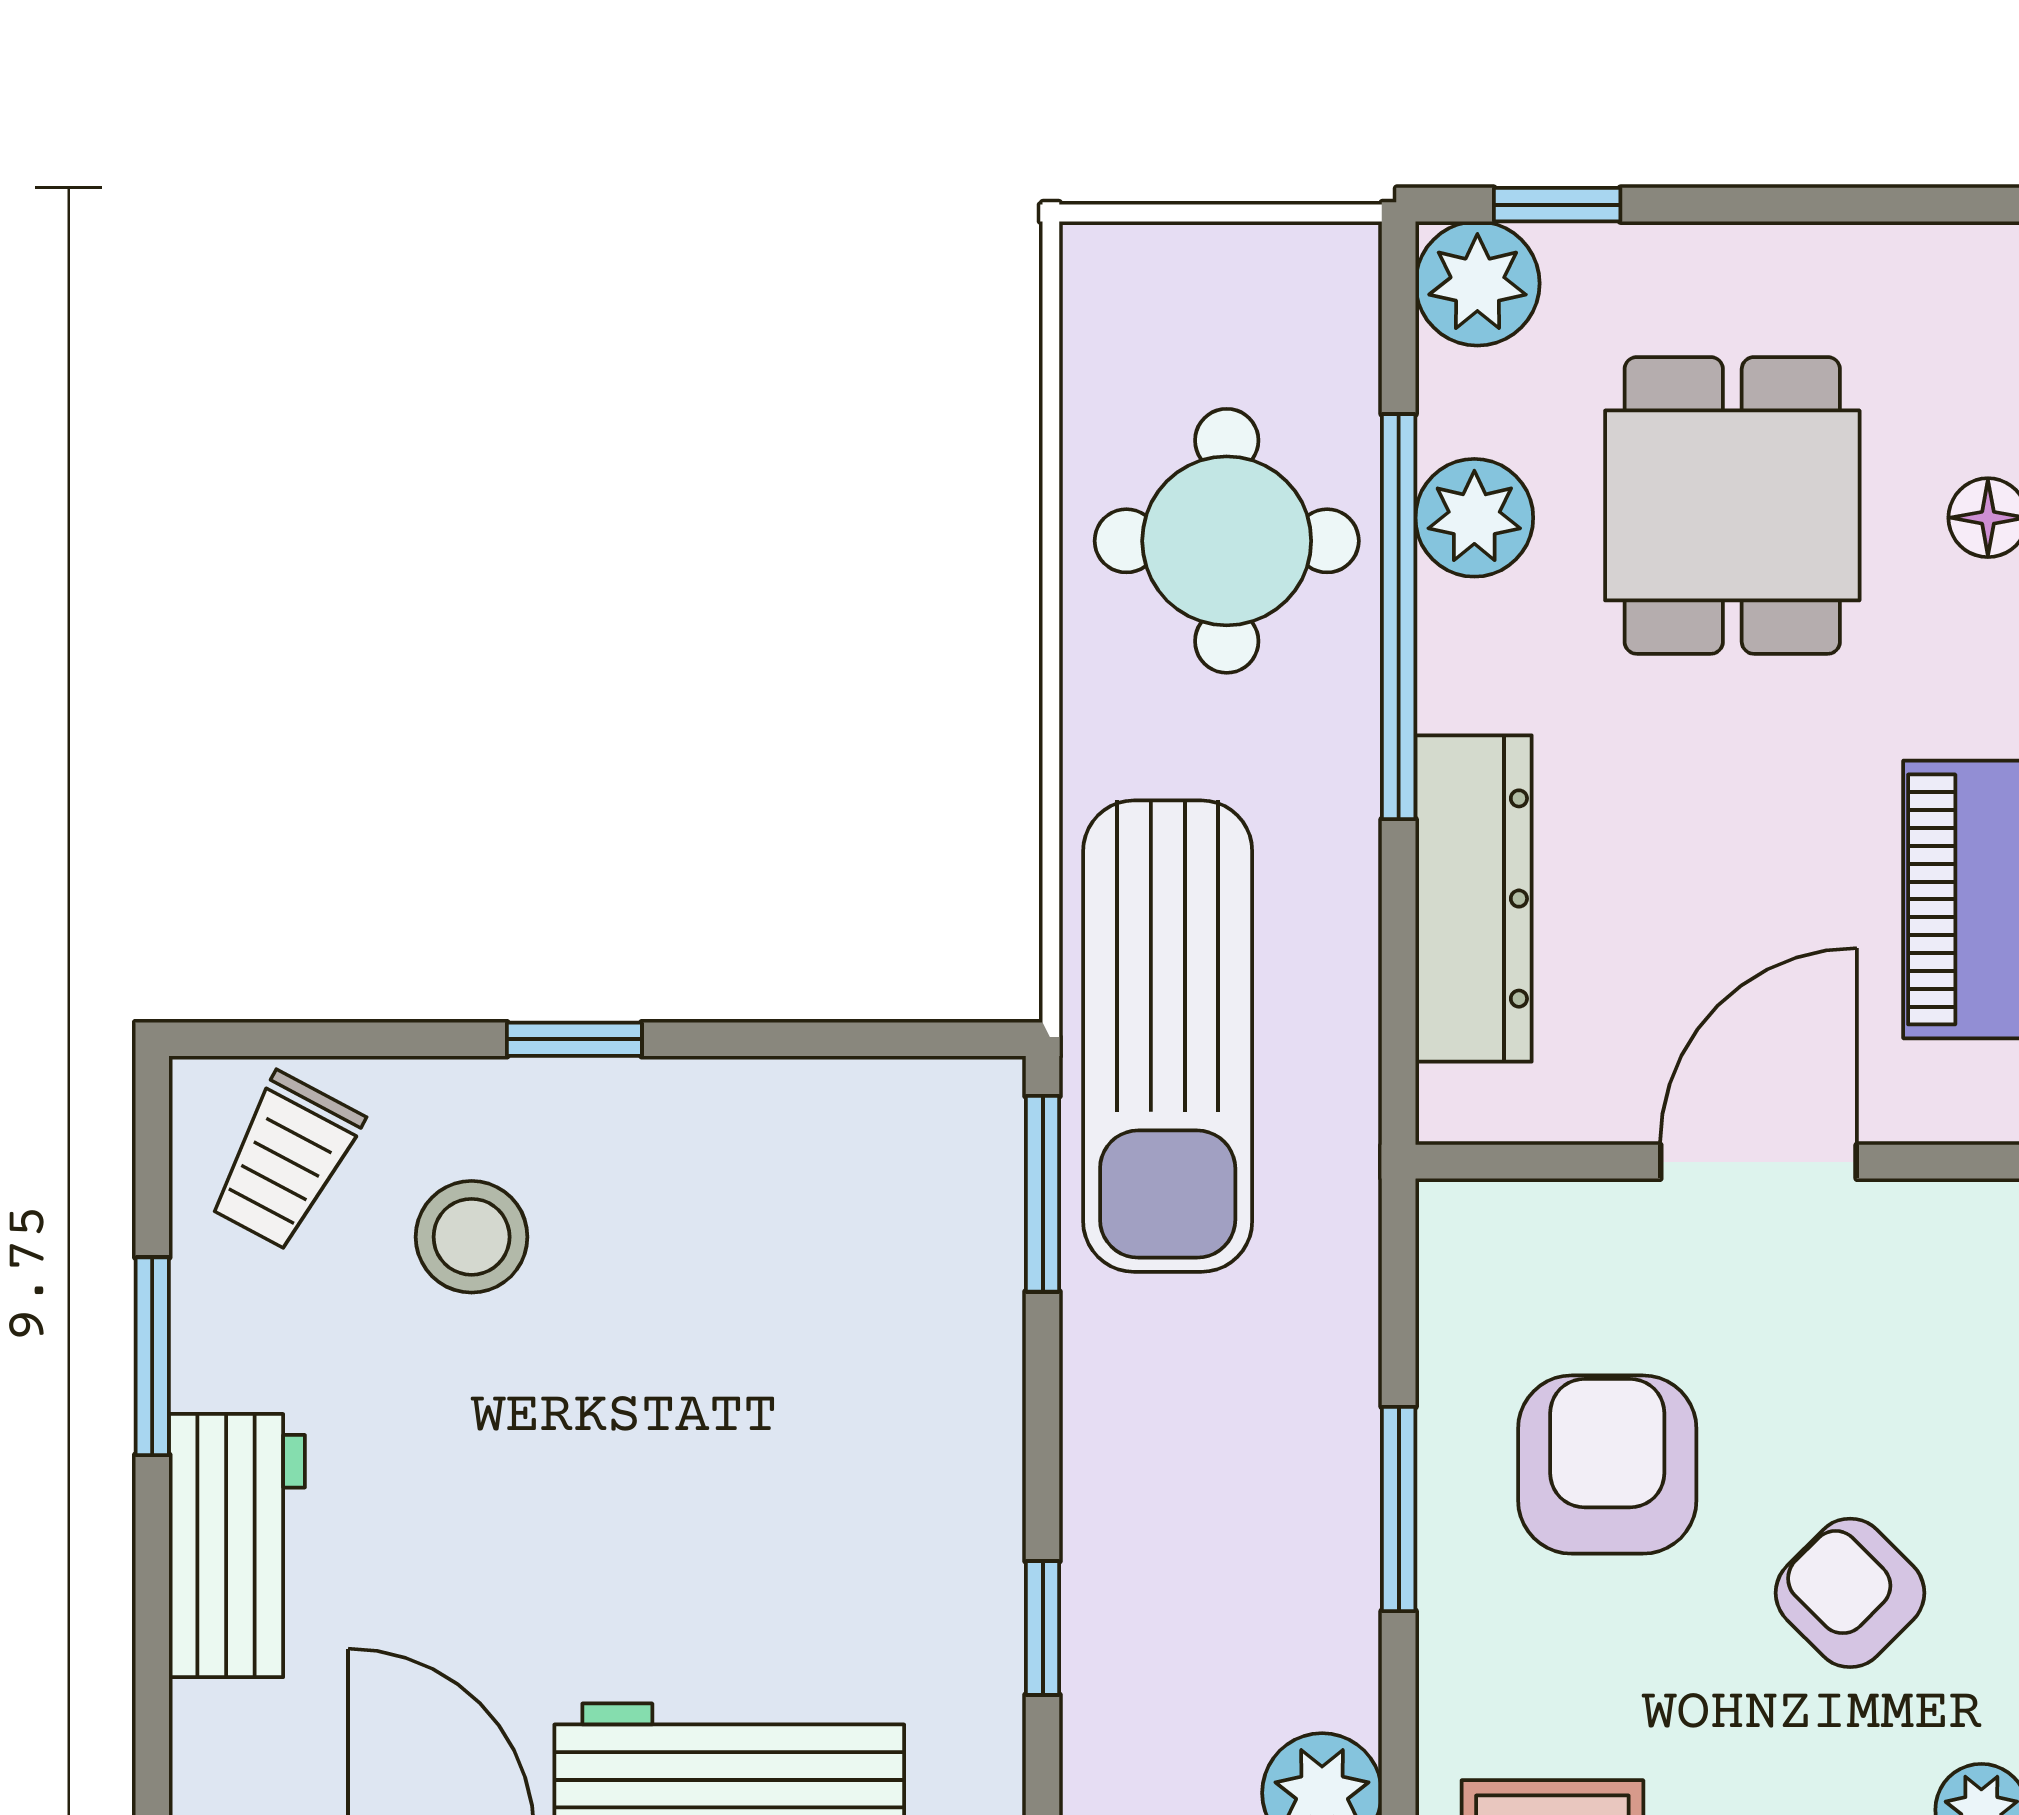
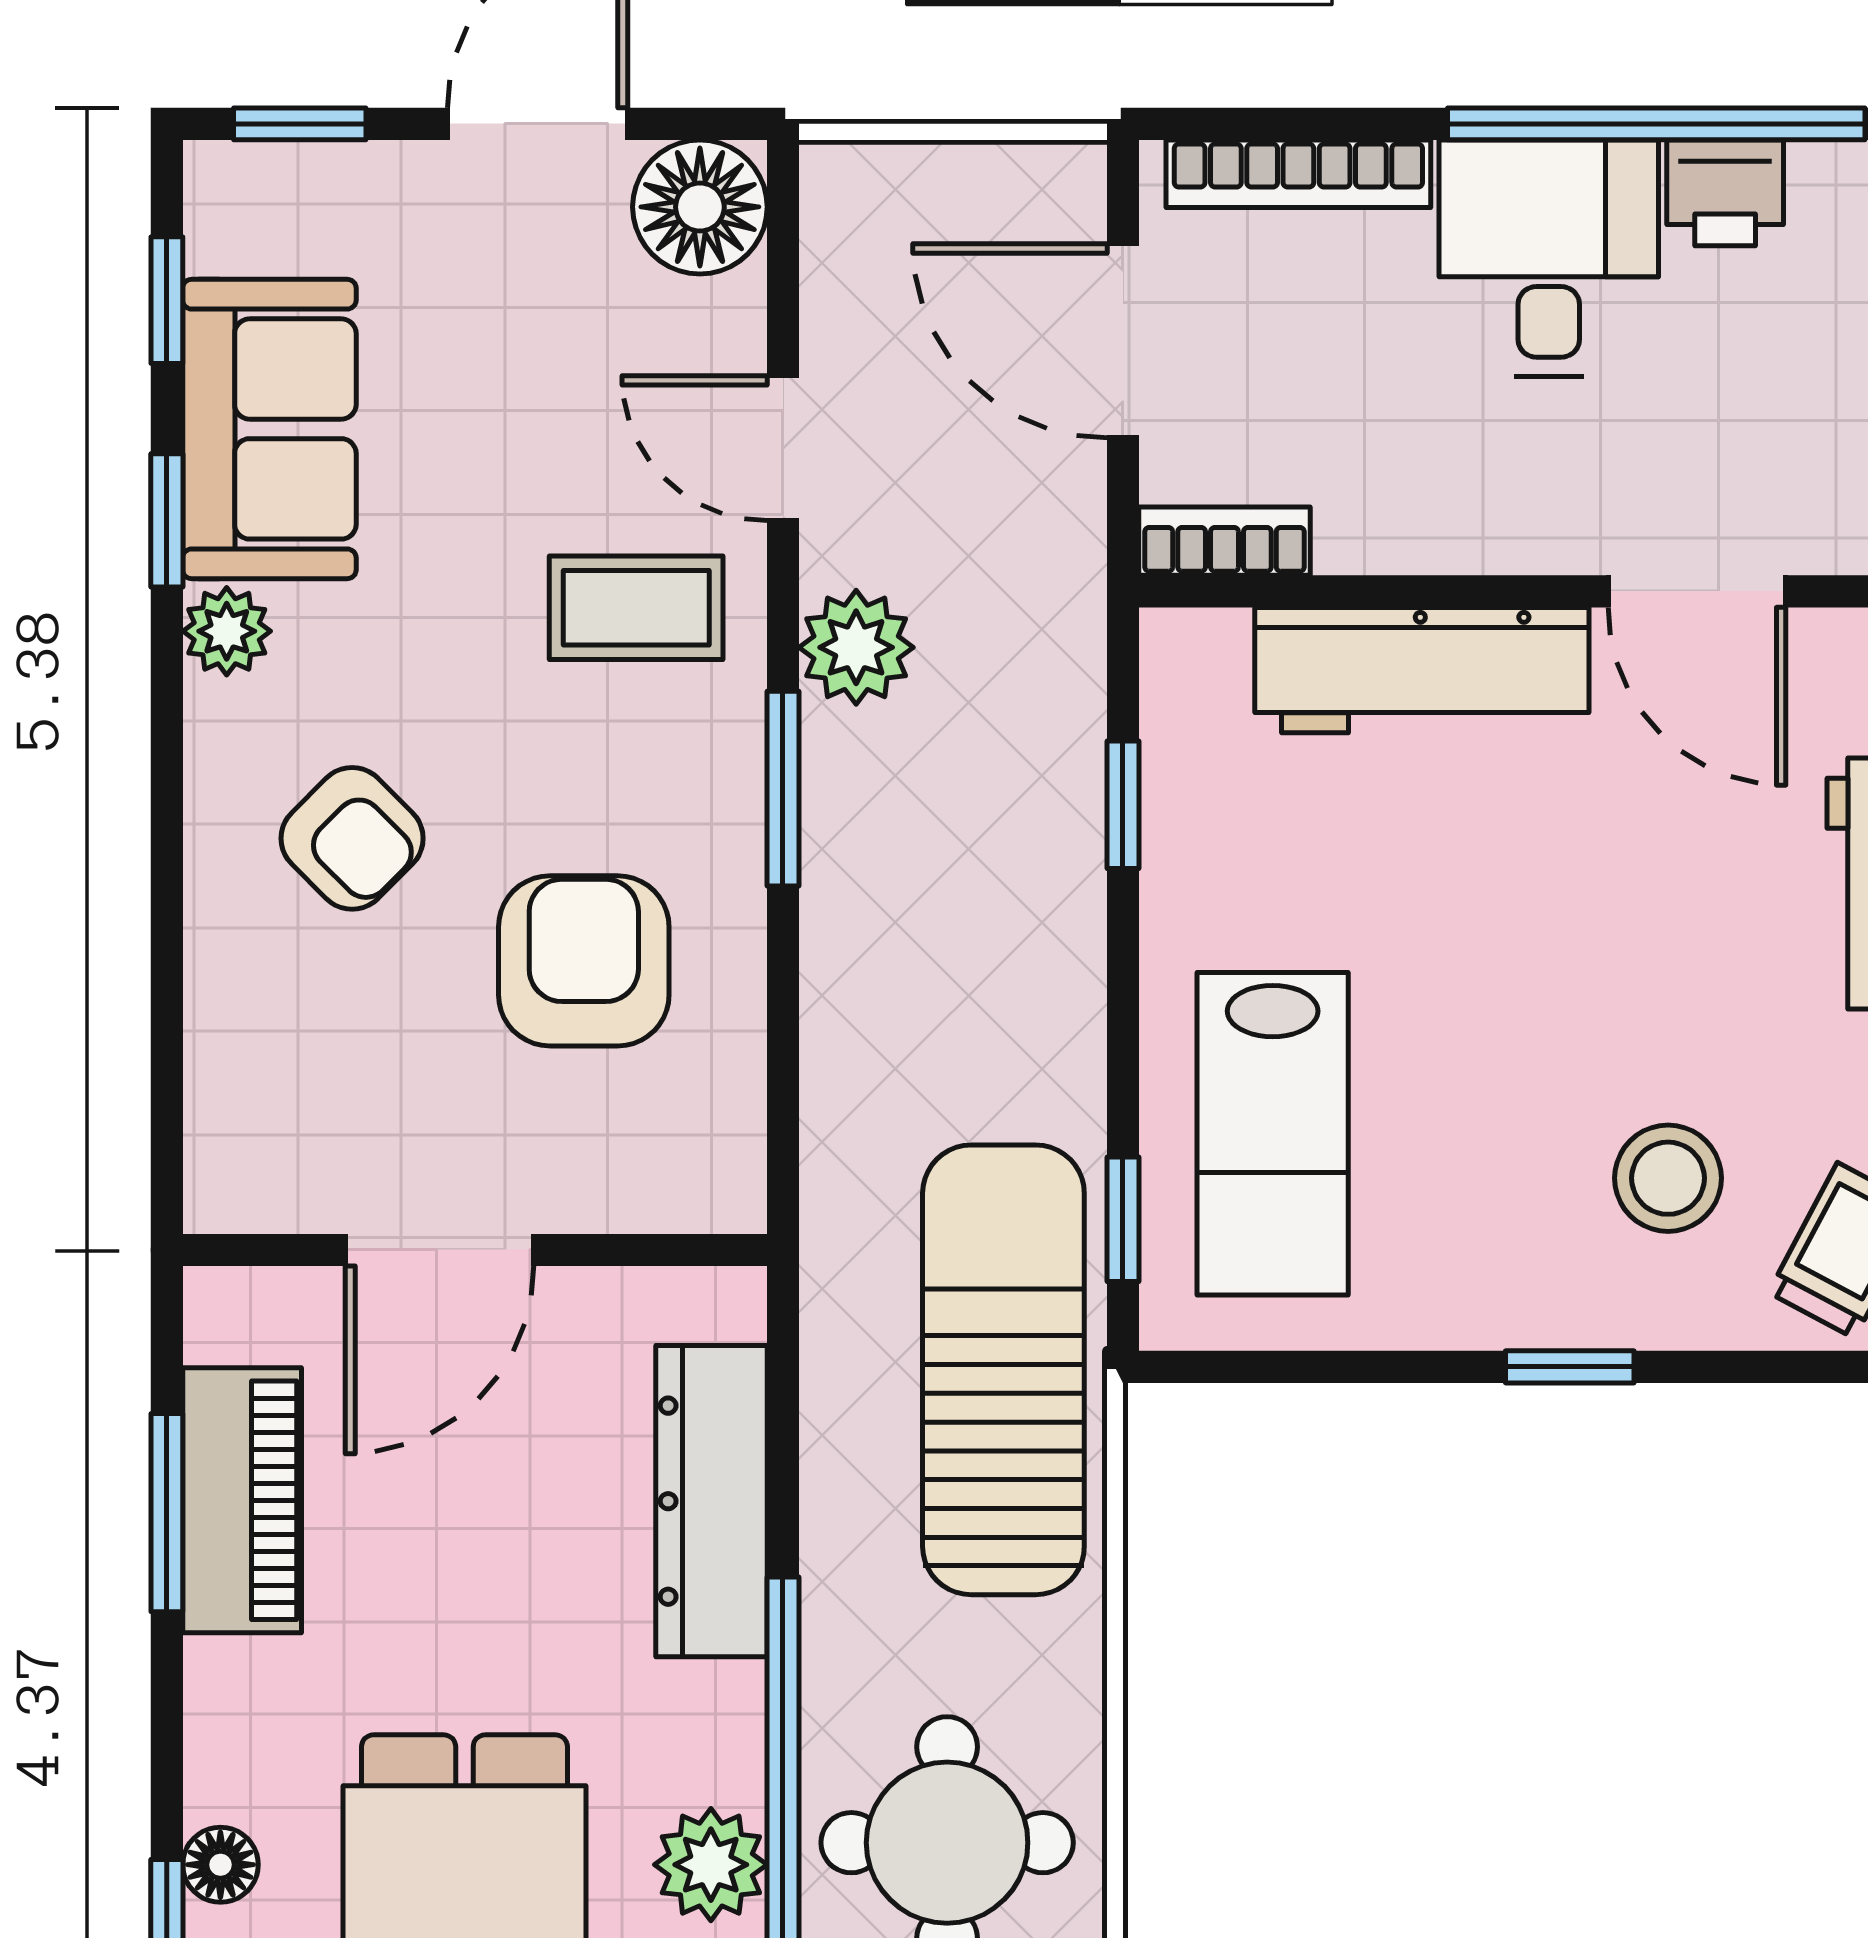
window: (1043, 1194) -> (1123, 1219), width x0.67
lab bench: (886, 1283) -> (1273, 1134), added
armchair: (1607, 1465) -> (584, 961), turned 180
window: (1399, 1509) -> (783, 789), moved

